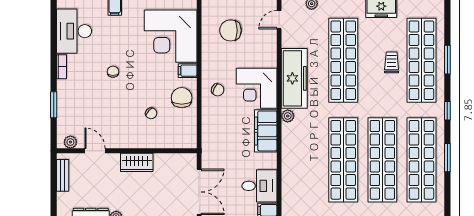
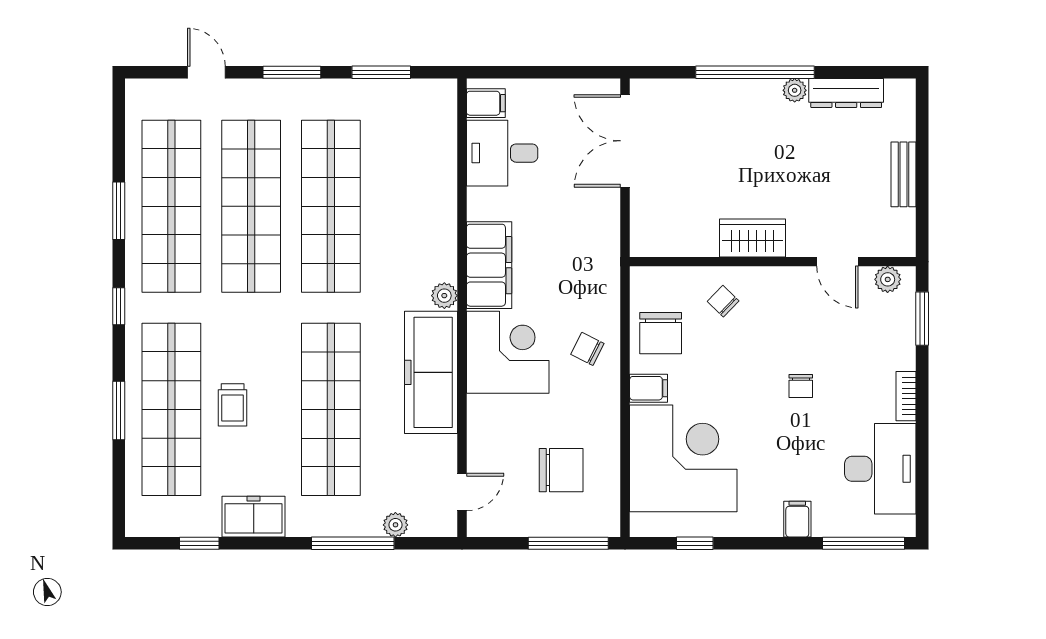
plant: (70, 142) -> (888, 279), moved
door: (95, 151) -> (837, 262), moved
wall: (127, 151) -> (773, 262), moved
wardrobe: (137, 162) -> (753, 238), moved

